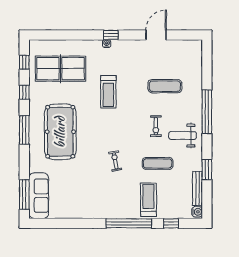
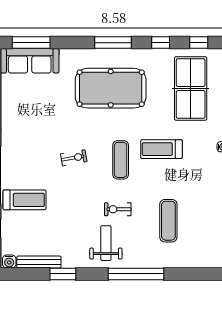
exercise mat: (158, 163) -> (121, 160), moved

